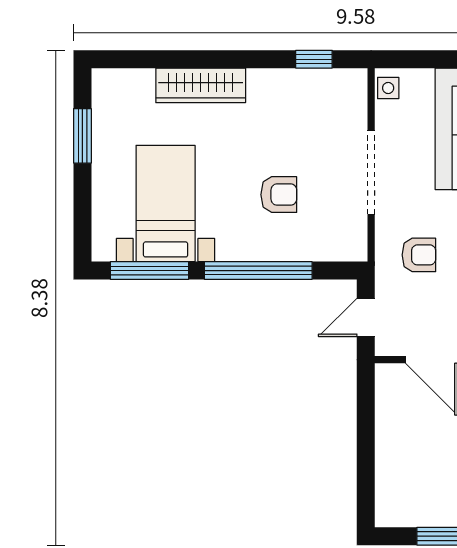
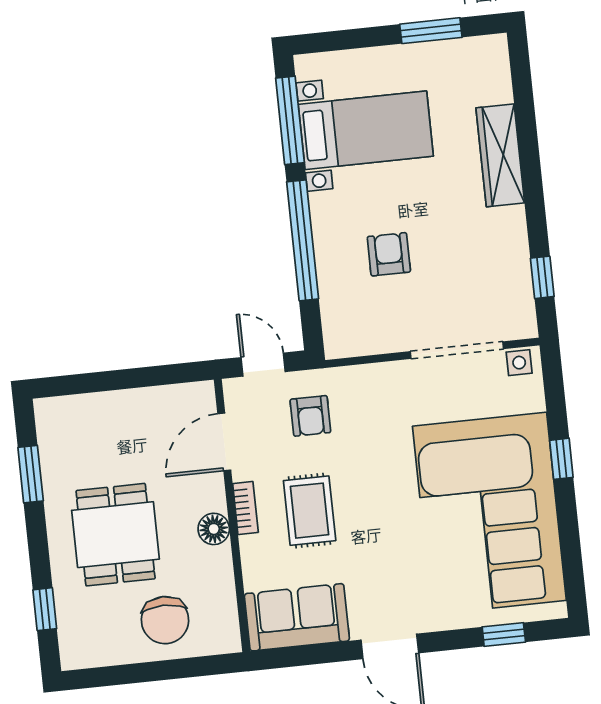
doorway: (371, 172) -> (457, 350), moved
armchair: (279, 195) -> (389, 254), turned 180
armchair: (419, 255) -> (310, 416), moved

